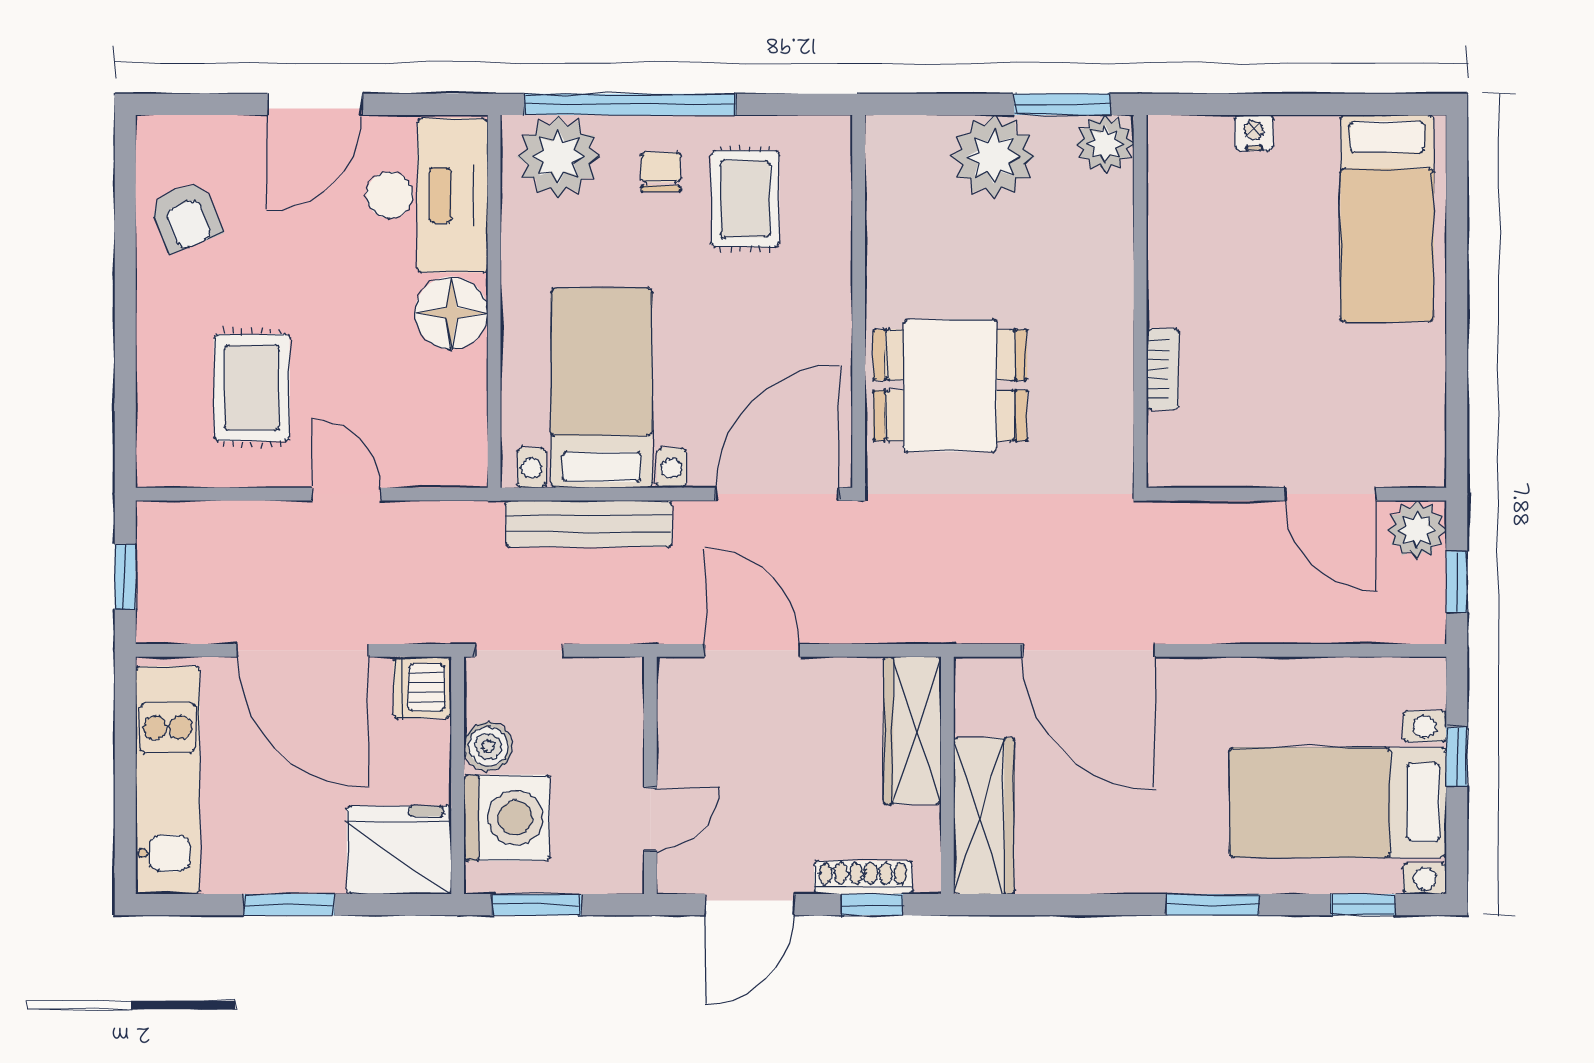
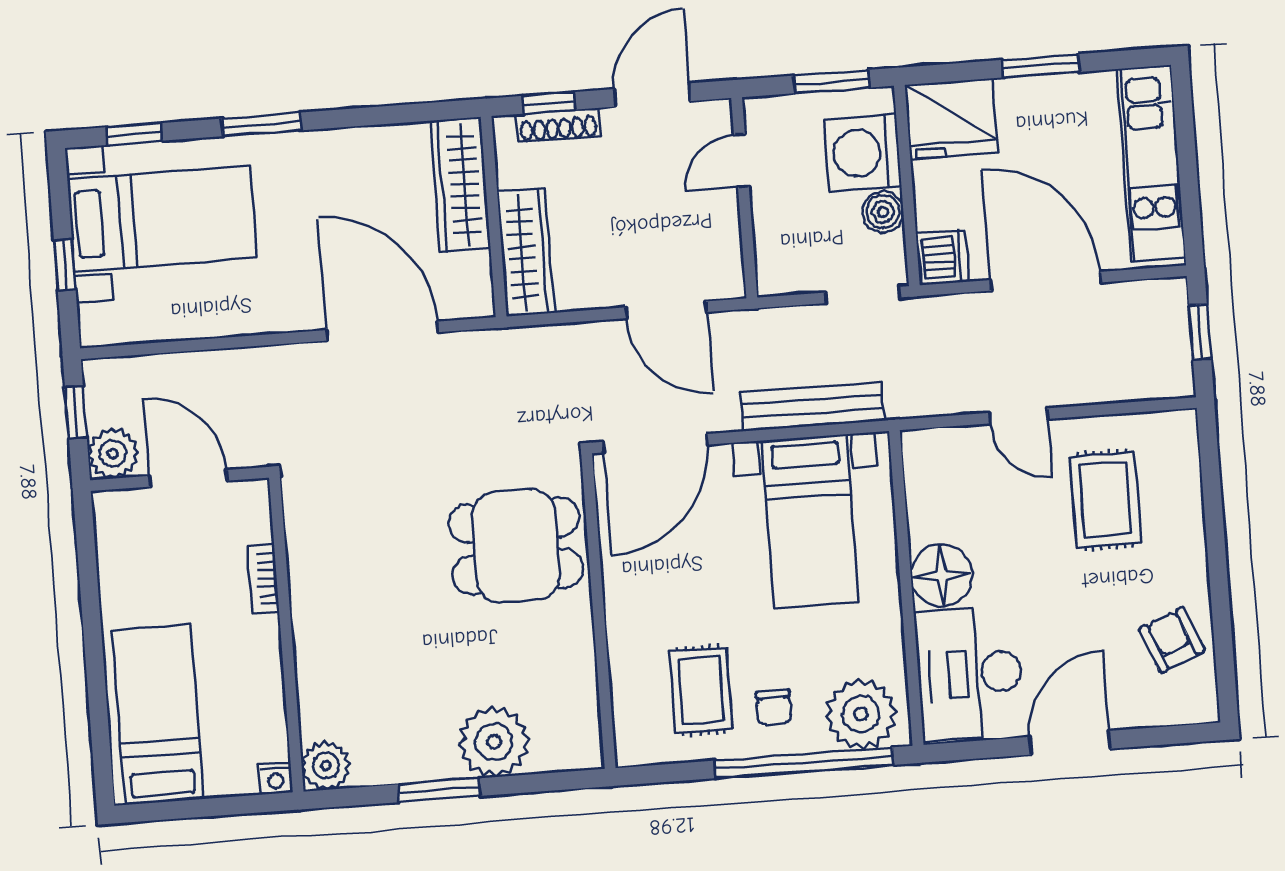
plant: (1105, 144) -> (326, 765), moved
wall: (1140, 301) -> (286, 635), moved
bookcase: (1163, 369) -> (263, 579), moved

